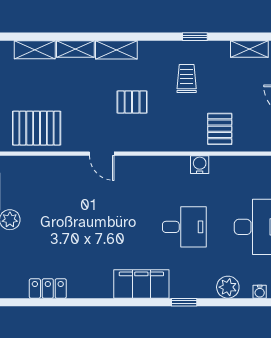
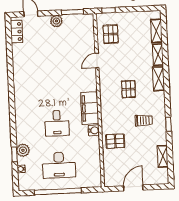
pallet: (37, 128) -> (111, 34), width x0.67, depth x0.71
door: (102, 154) -> (97, 61), moved
filing cabinet: (141, 284) -> (90, 108), moved, turned 180
locker: (48, 289) -> (17, 32), moved
window: (184, 302) -> (14, 154), moved

